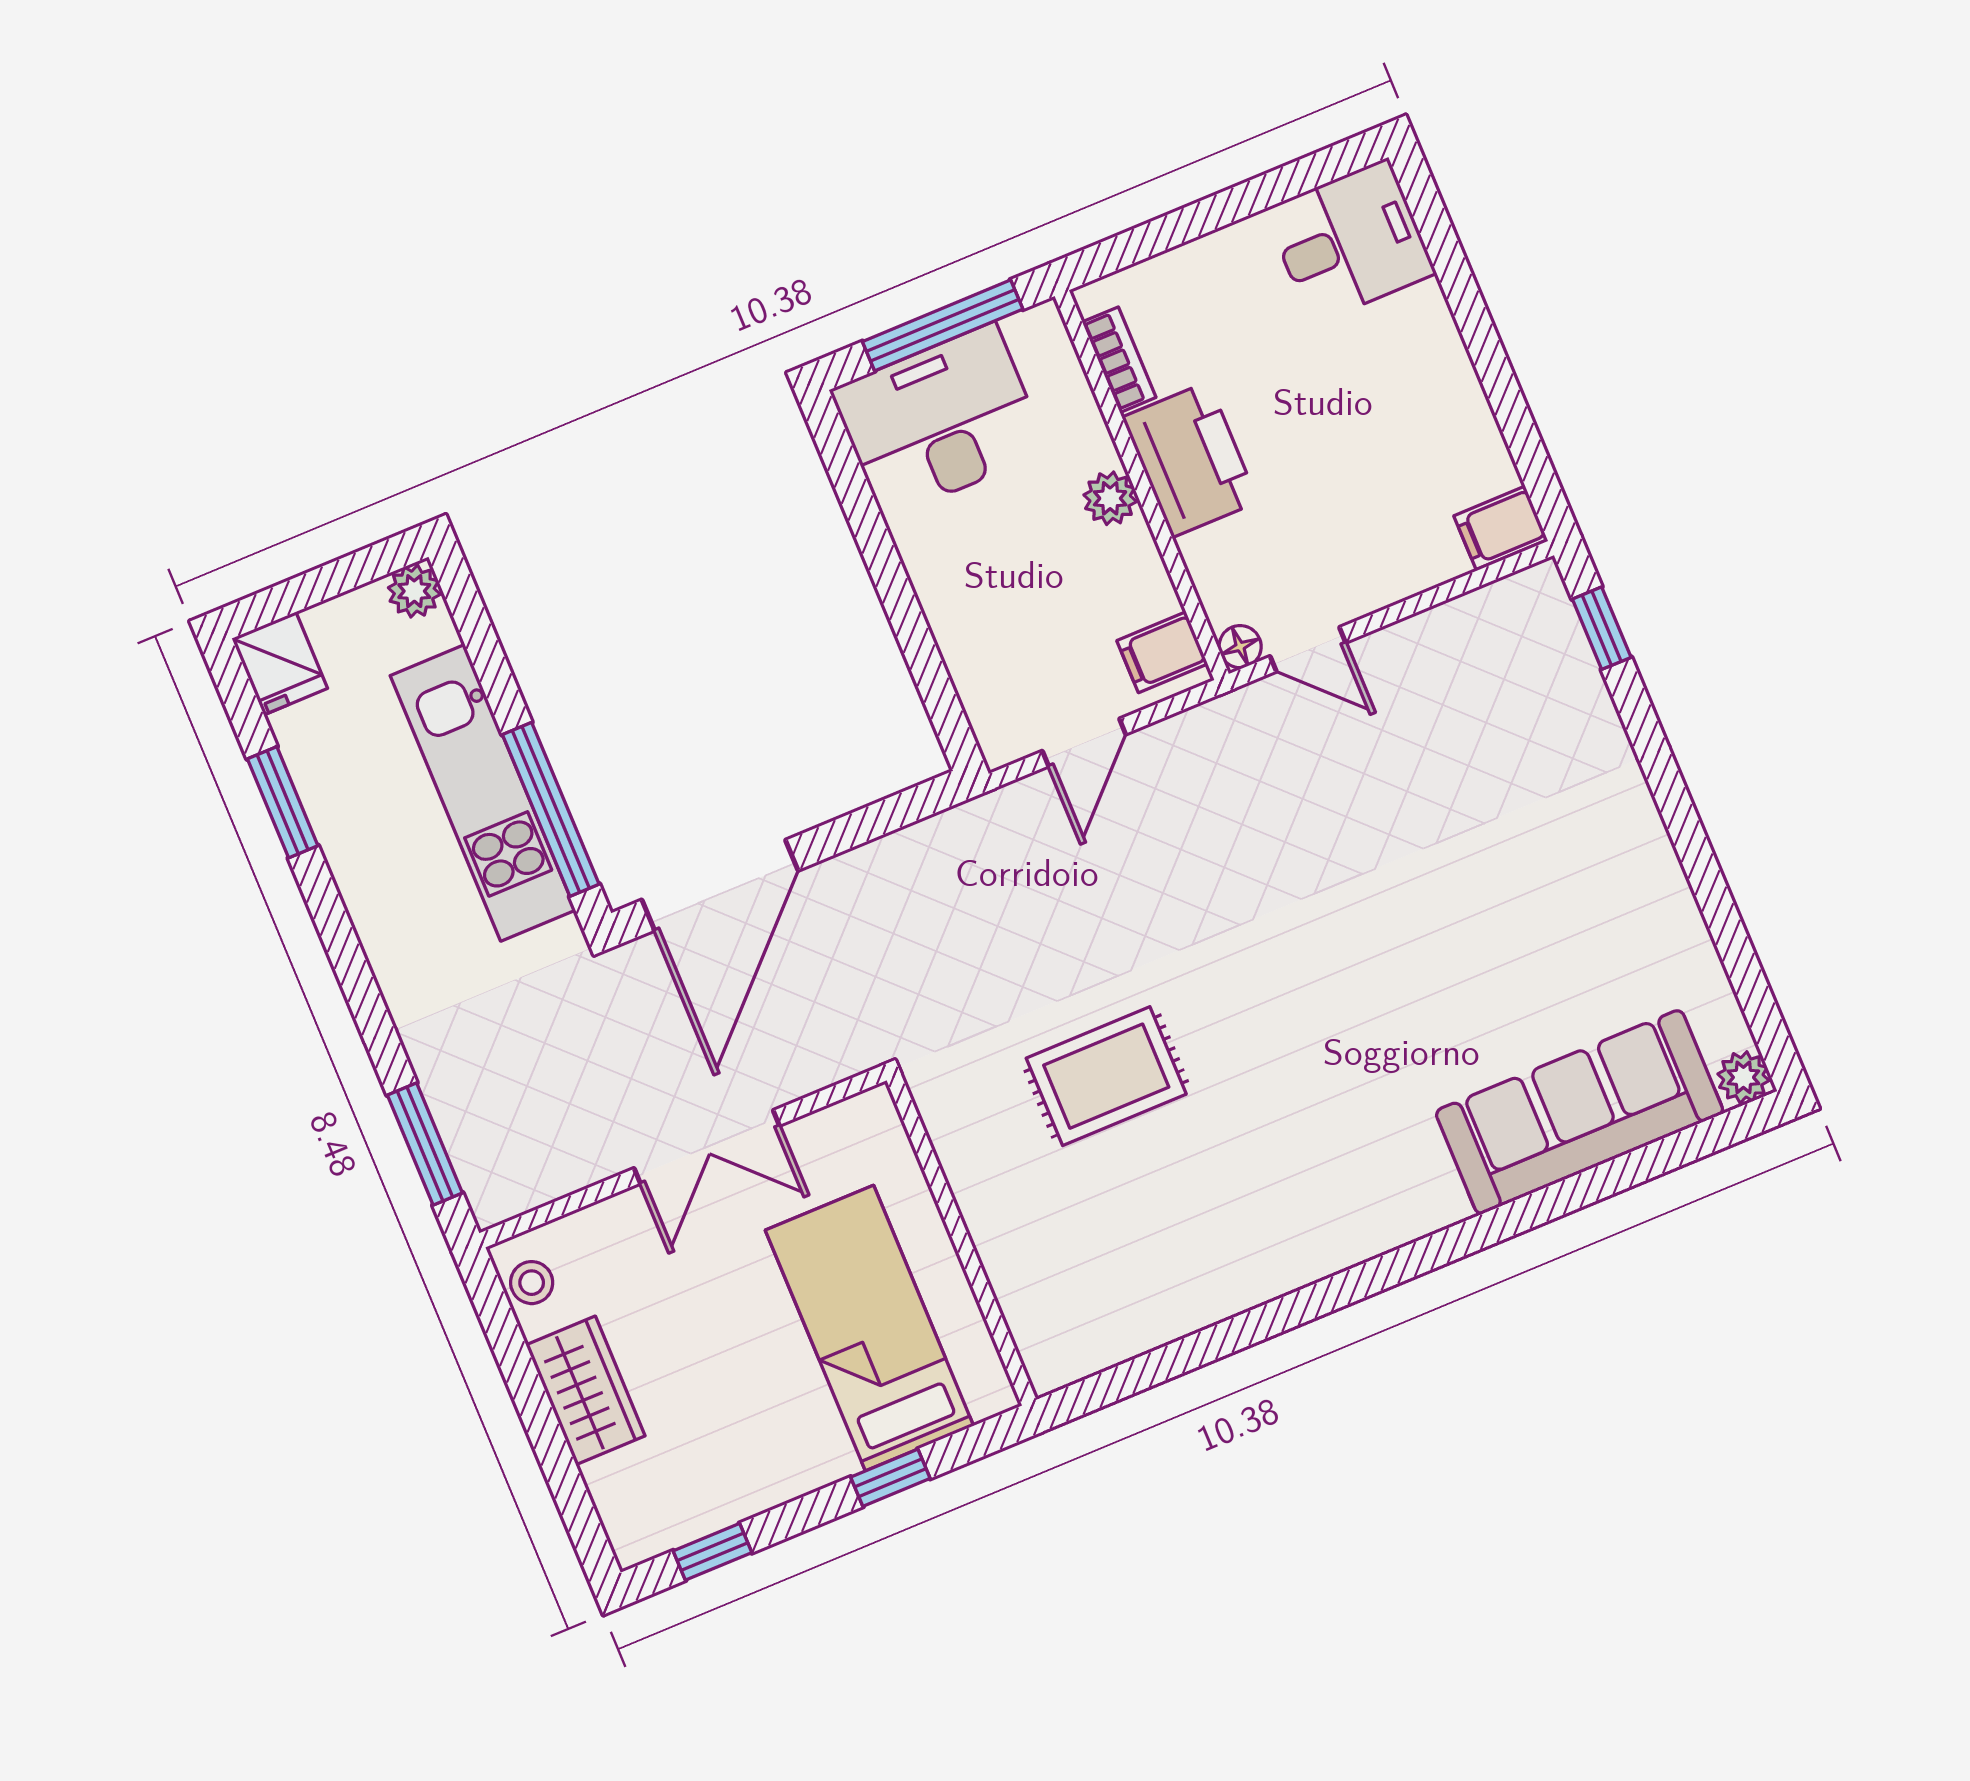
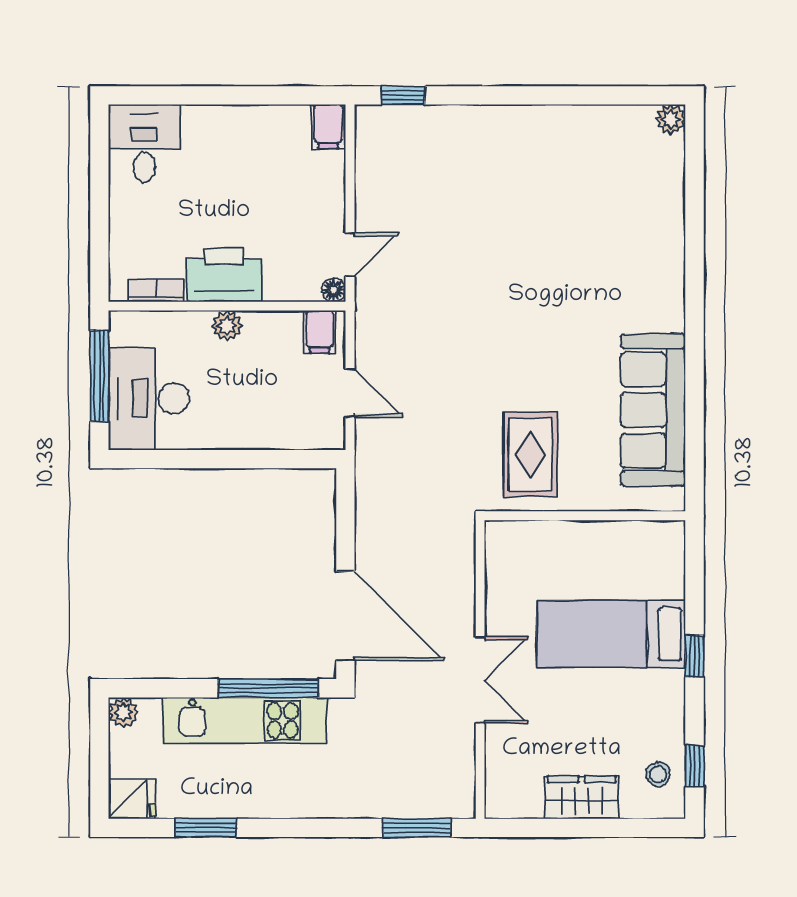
sofa: (1579, 1112) -> (653, 410), moved
wall: (961, 1240) -> (585, 516), moved
stool: (532, 1283) -> (658, 774), moved

